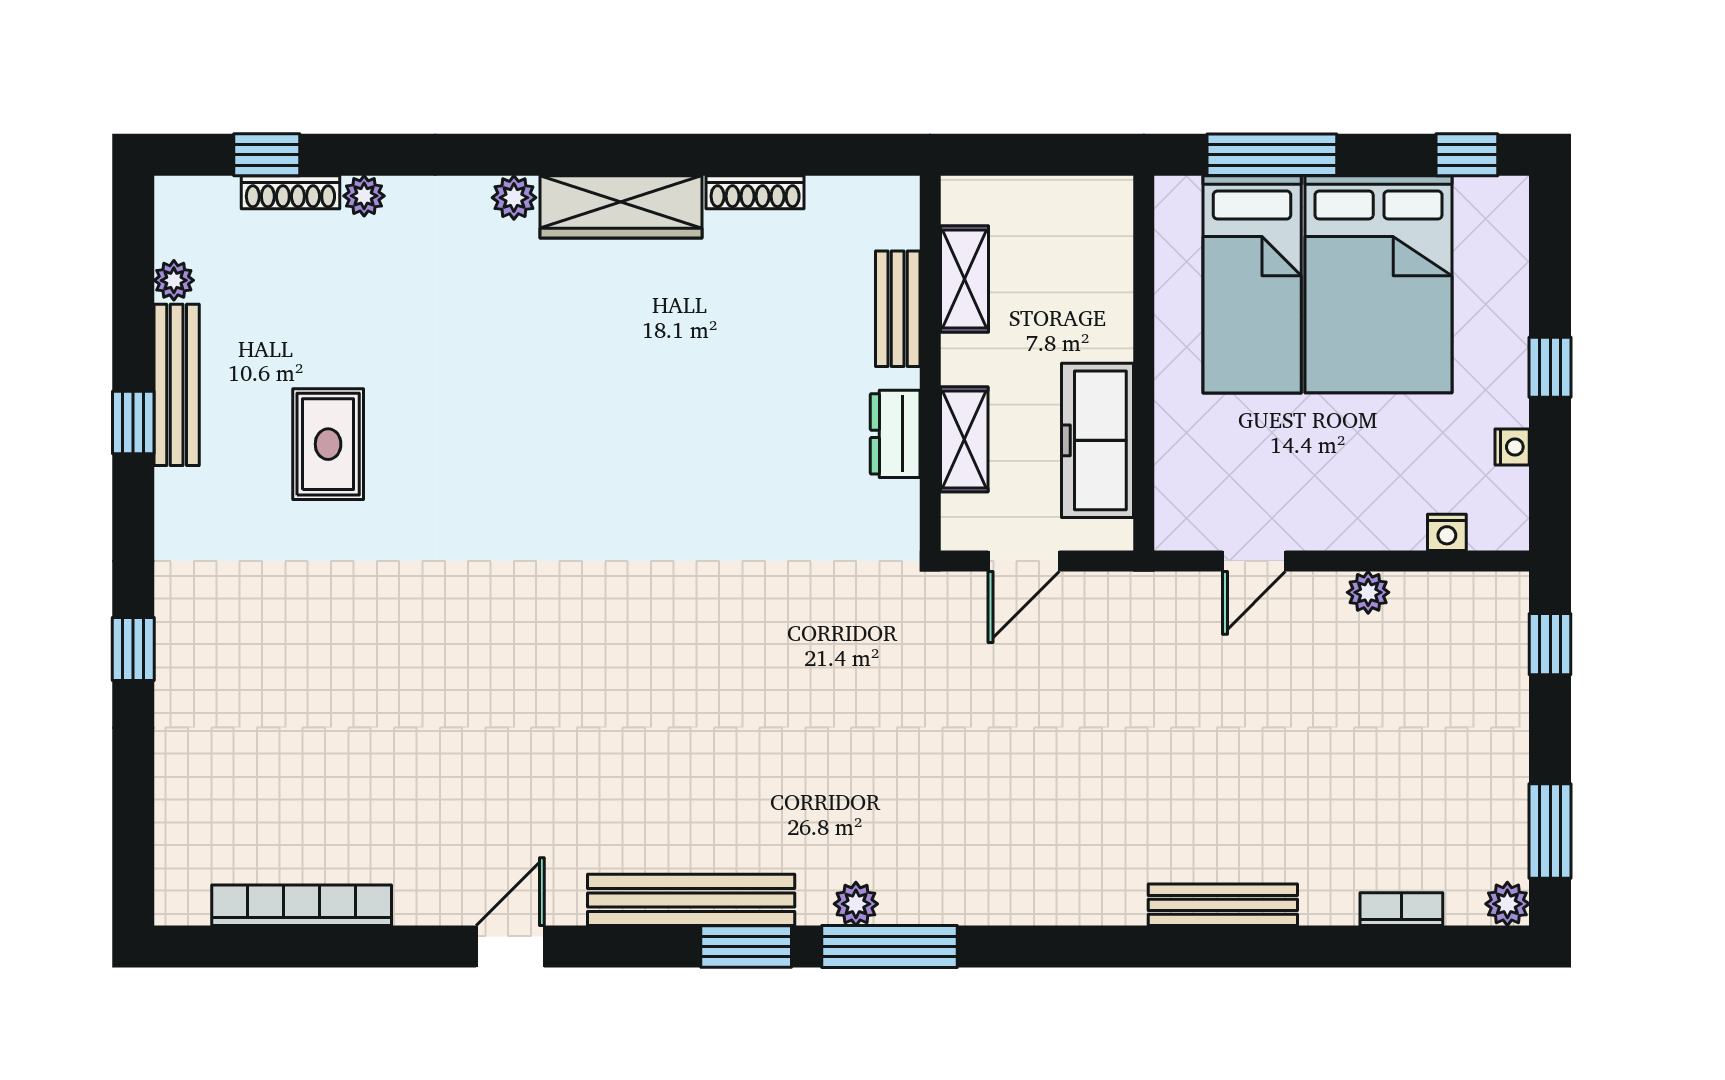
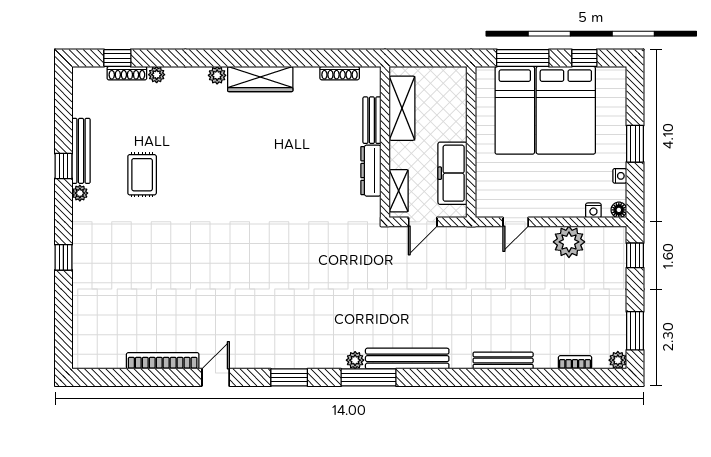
window: (1467, 155) -> (584, 58), moved
shoe rack: (755, 192) -> (340, 73), moved
shelving: (964, 279) -> (402, 108), width x1.50, depth x1.33
plant: (174, 280) -> (80, 193), moved
window: (1550, 367) -> (635, 144), width x1.50
dresser: (895, 434) -> (371, 171), width x1.44
shelving: (964, 439) -> (399, 191), moved
floor lamp: (1510, 531) -> (619, 210), added
plant: (1368, 592) -> (569, 242), width x1.88, depth x1.88
bench: (691, 900) -> (407, 359), moved
bookcase: (302, 905) -> (163, 361), moved
window: (746, 947) -> (289, 377), moved

